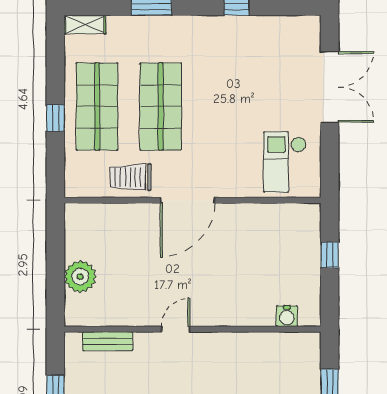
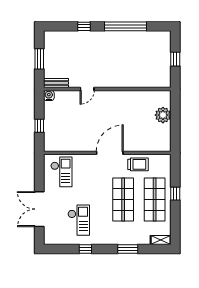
checkout: (250, 65) -> (79, 220), added
water cooler: (287, 316) -> (49, 95), moved
door: (176, 329) -> (87, 89), moved
bench: (108, 341) -> (56, 83), moved

